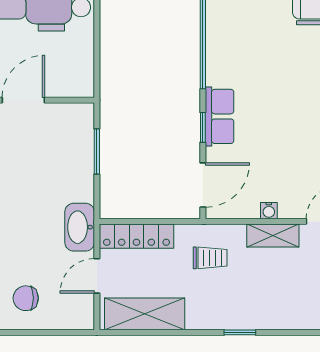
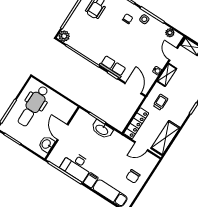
washbasin: (80, 227) -> (102, 130), moved
door: (97, 276) -> (141, 146), hinge flipped

